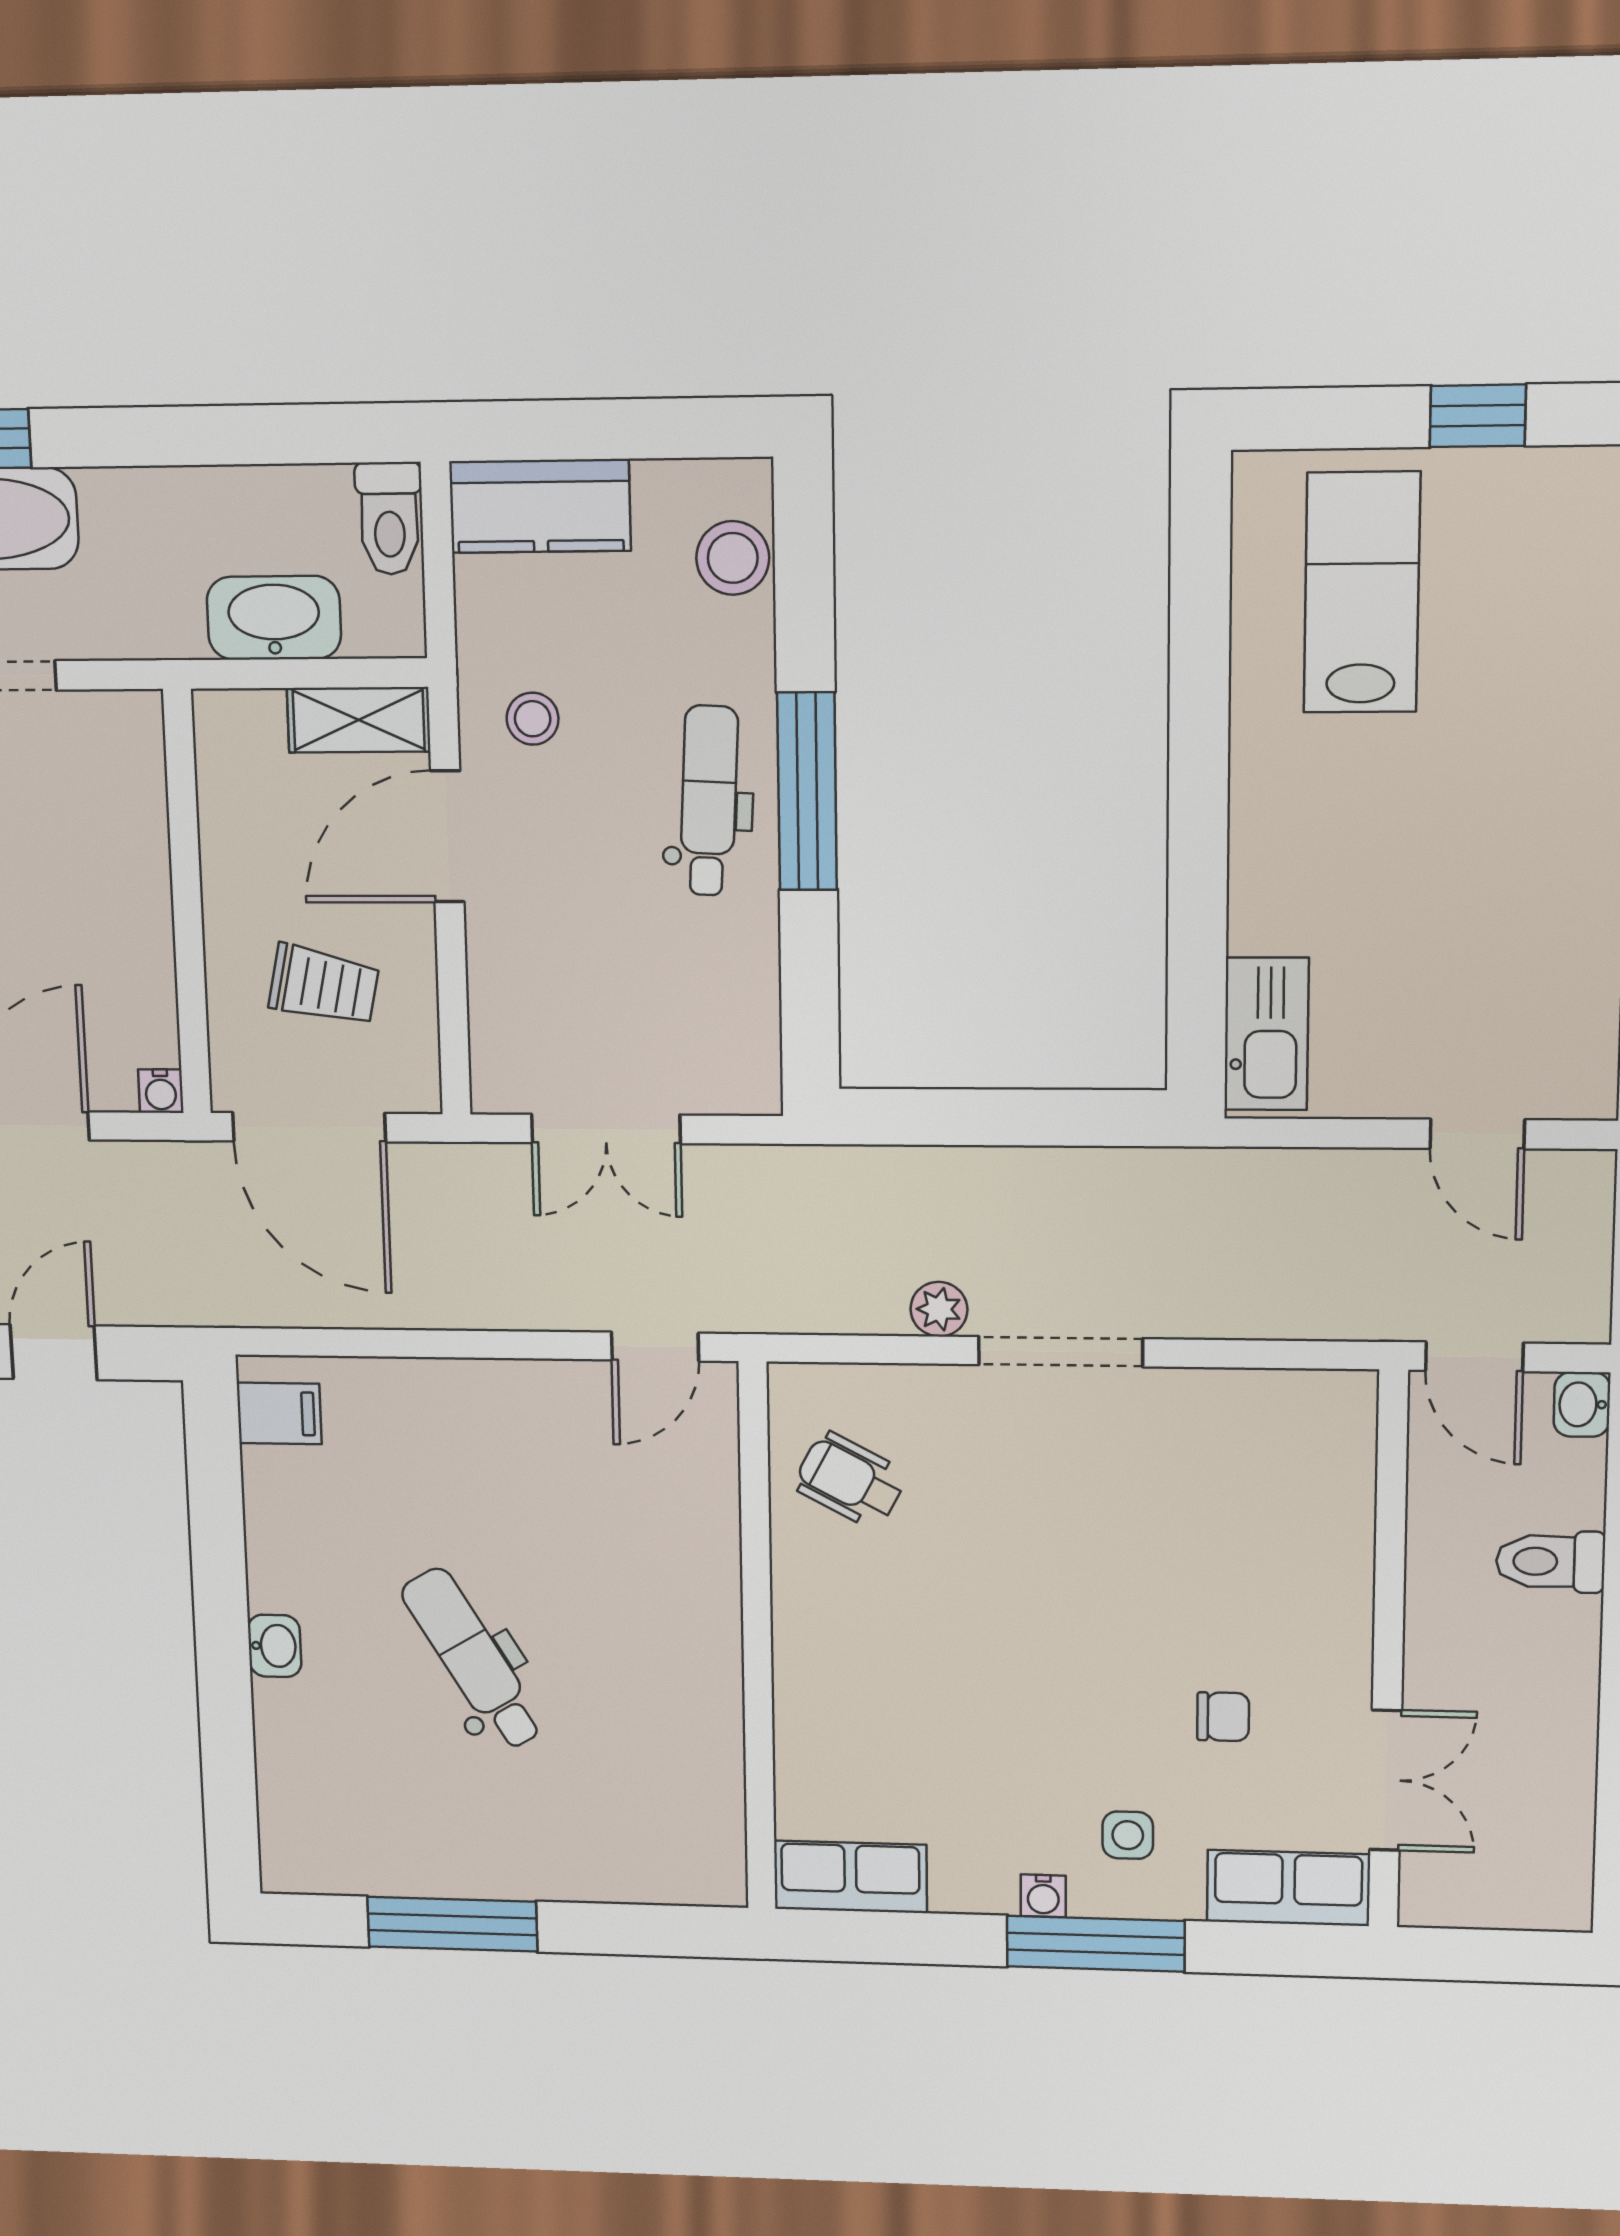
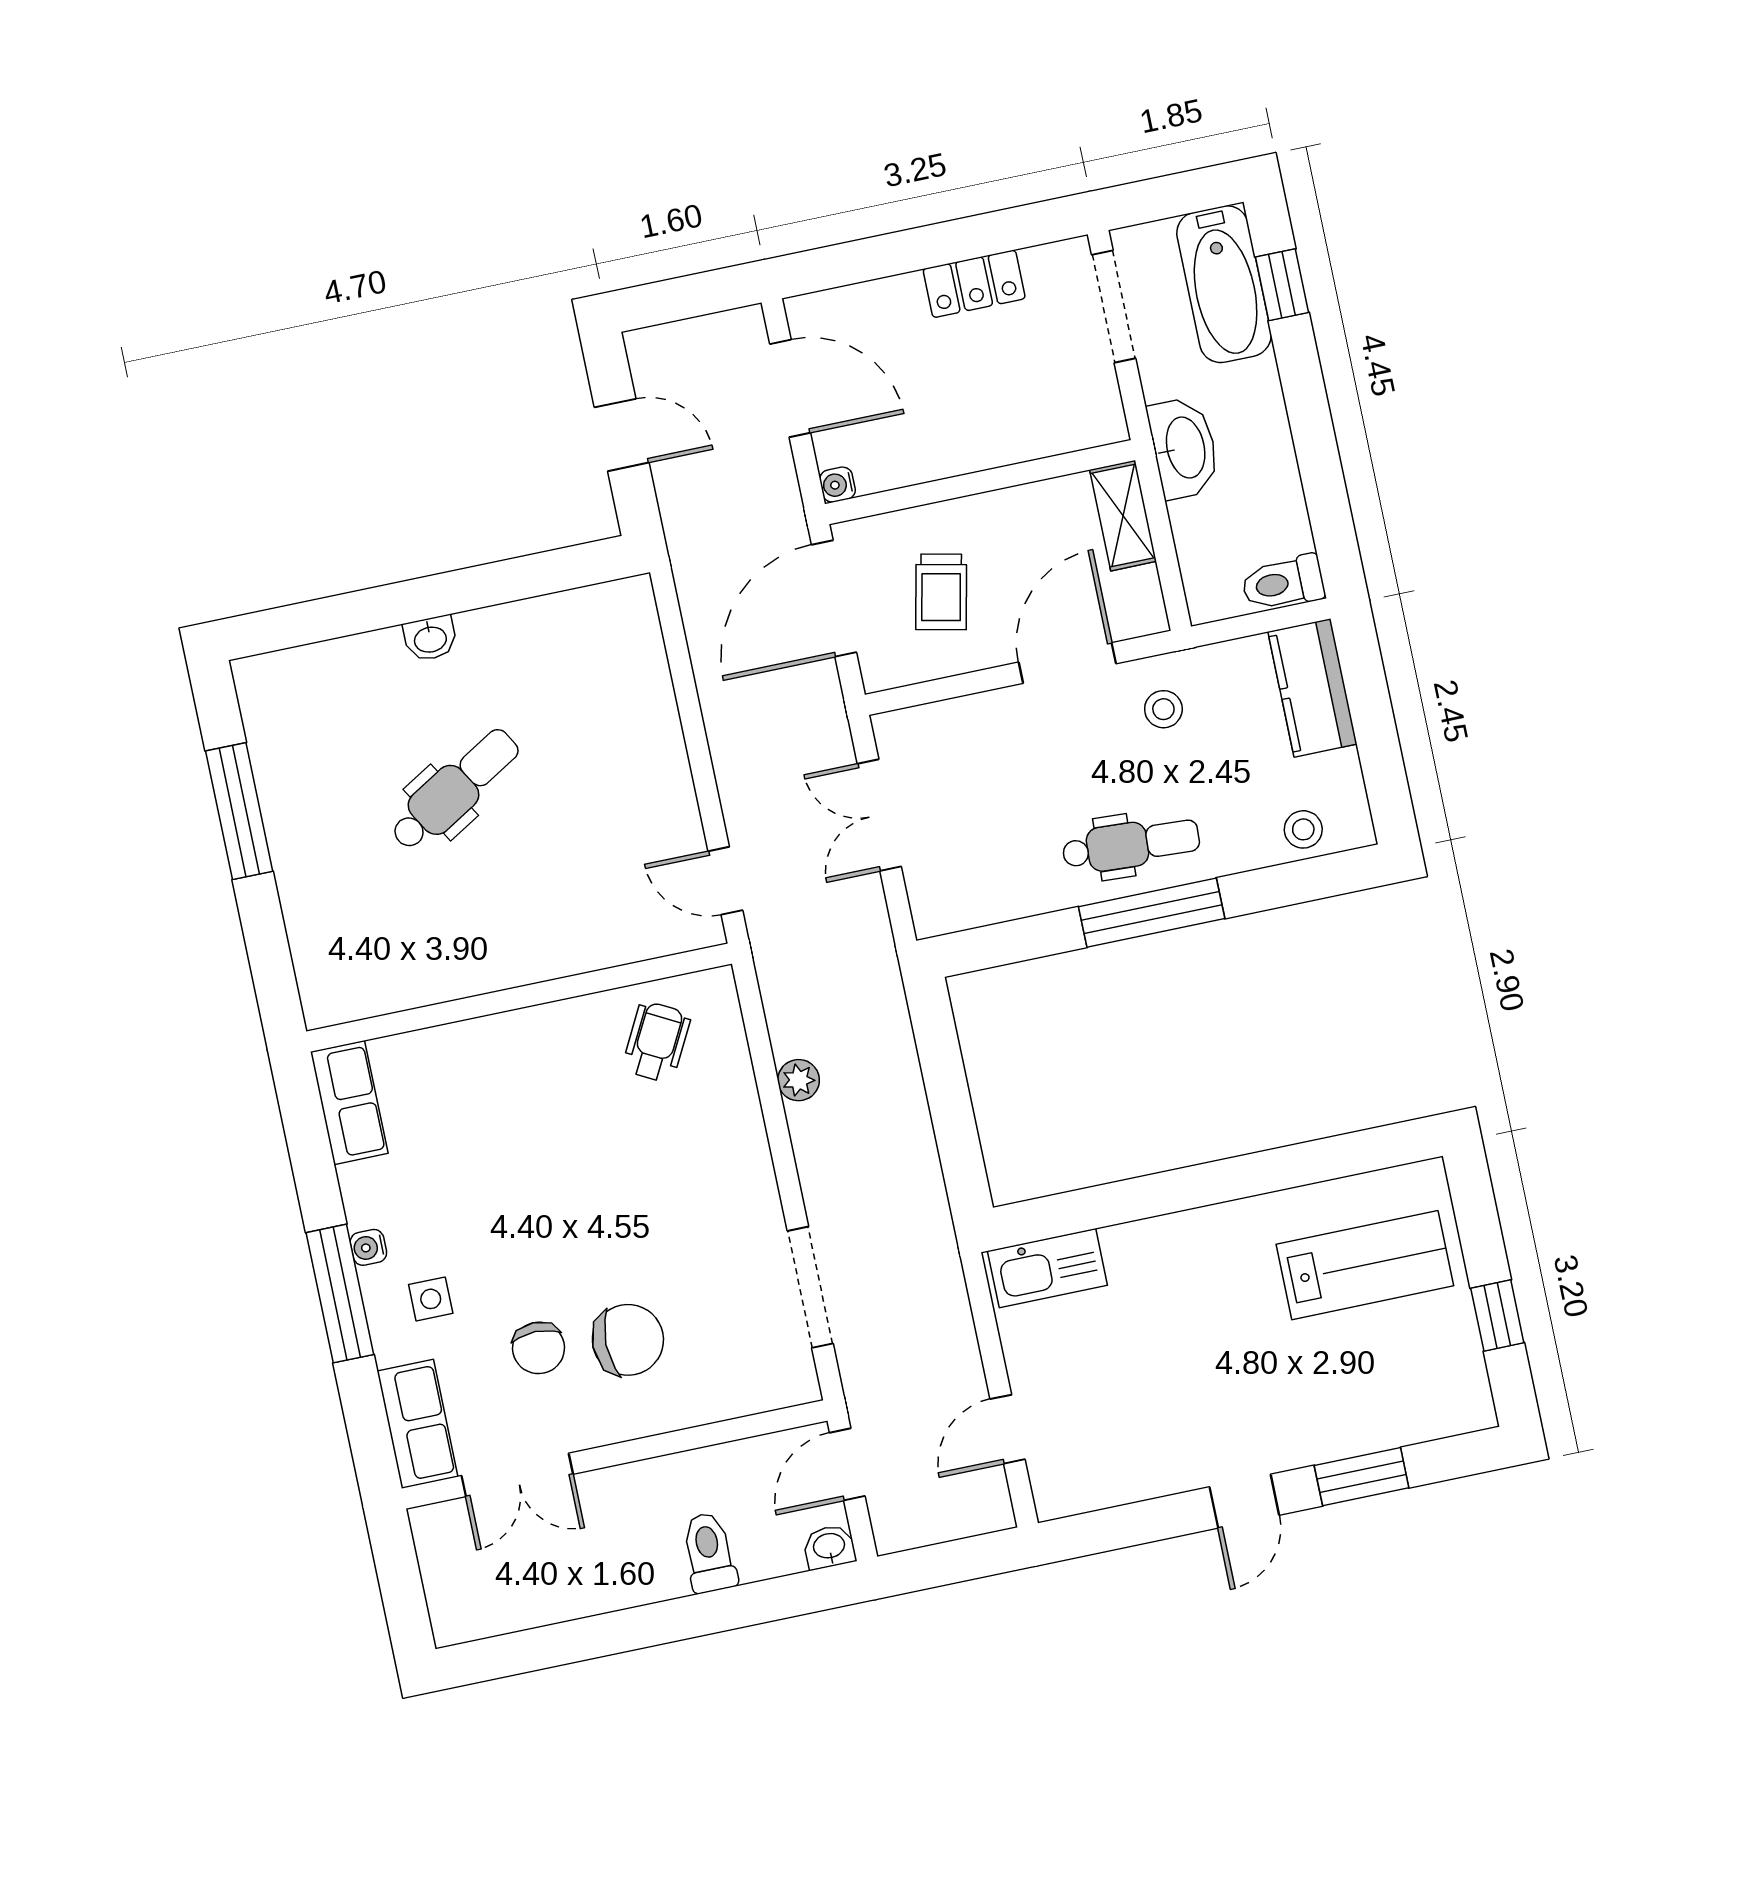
stool: (733, 558) -> (1303, 829), width x0.73, depth x0.73
washbasin: (274, 618) -> (1184, 448), moved
shelving: (359, 720) -> (1123, 516), moved
door: (447, 836) -> (1067, 663), hinge flipped
doorway: (1060, 1352) -> (810, 1287), moved
filing cabinet: (279, 1413) -> (612, 612), removed
chair: (1239, 1602) -> (628, 1340), added
chair: (1223, 1717) -> (538, 1348), width x1.37, depth x1.37

